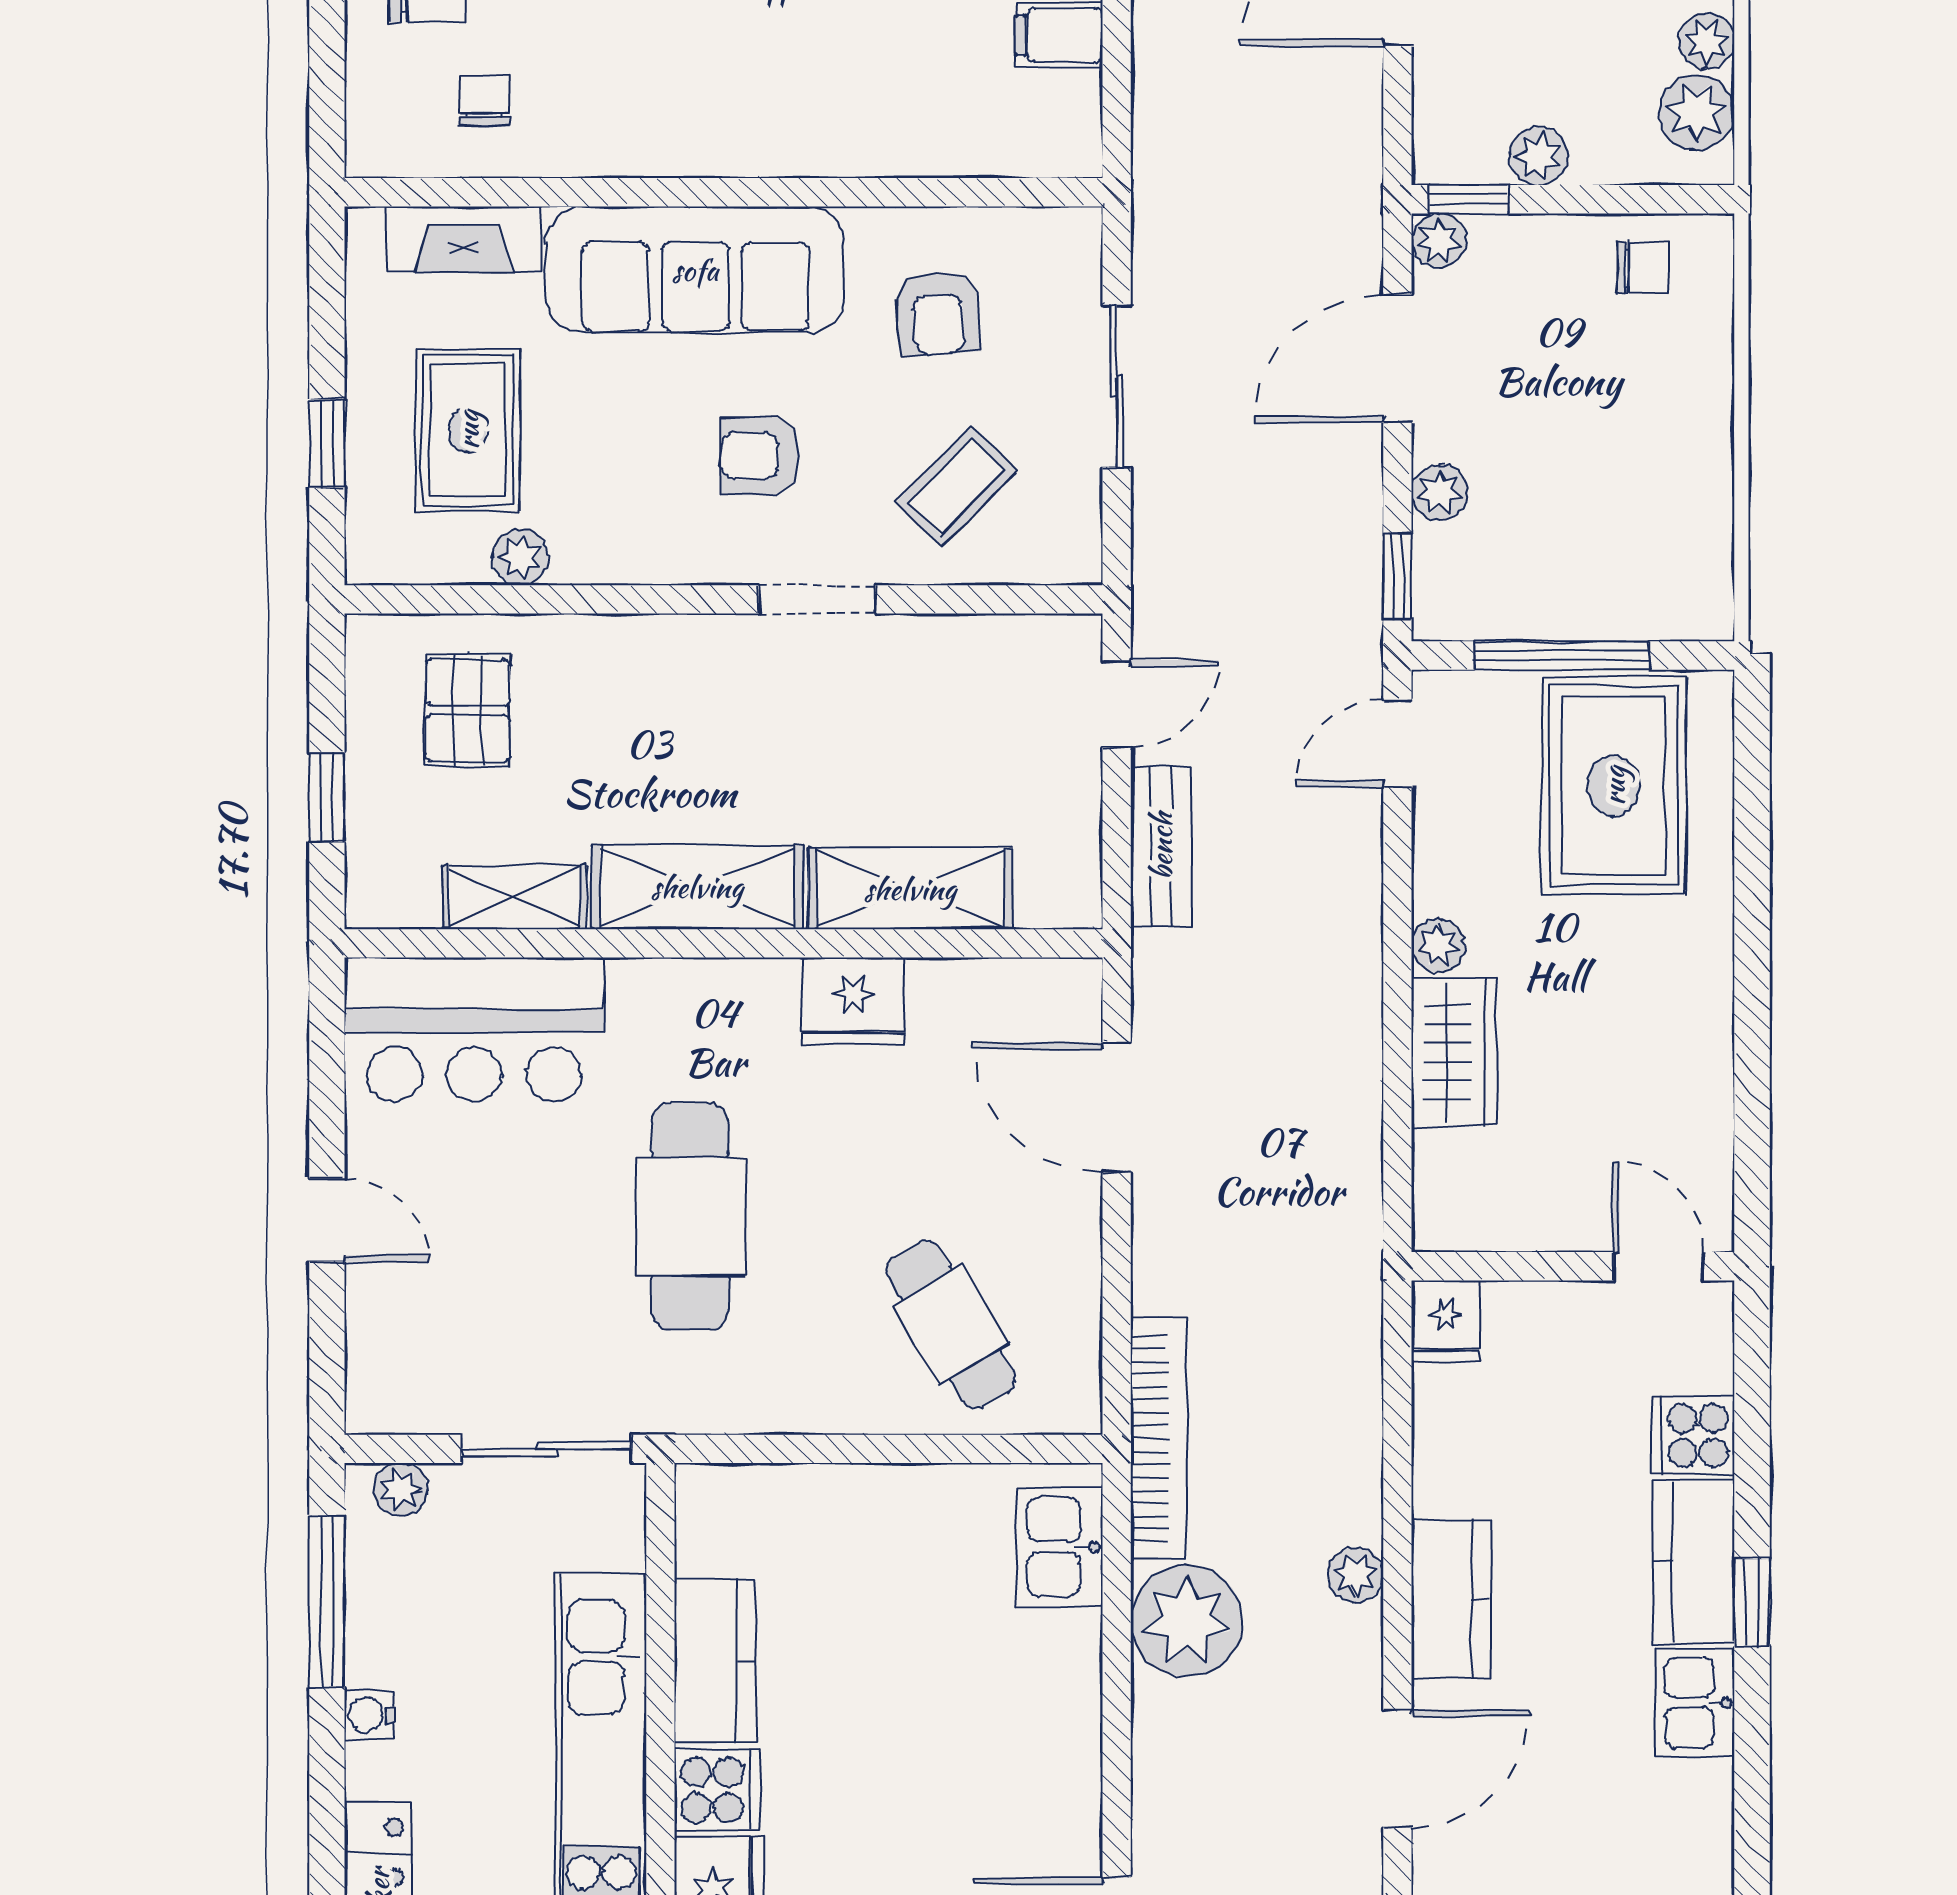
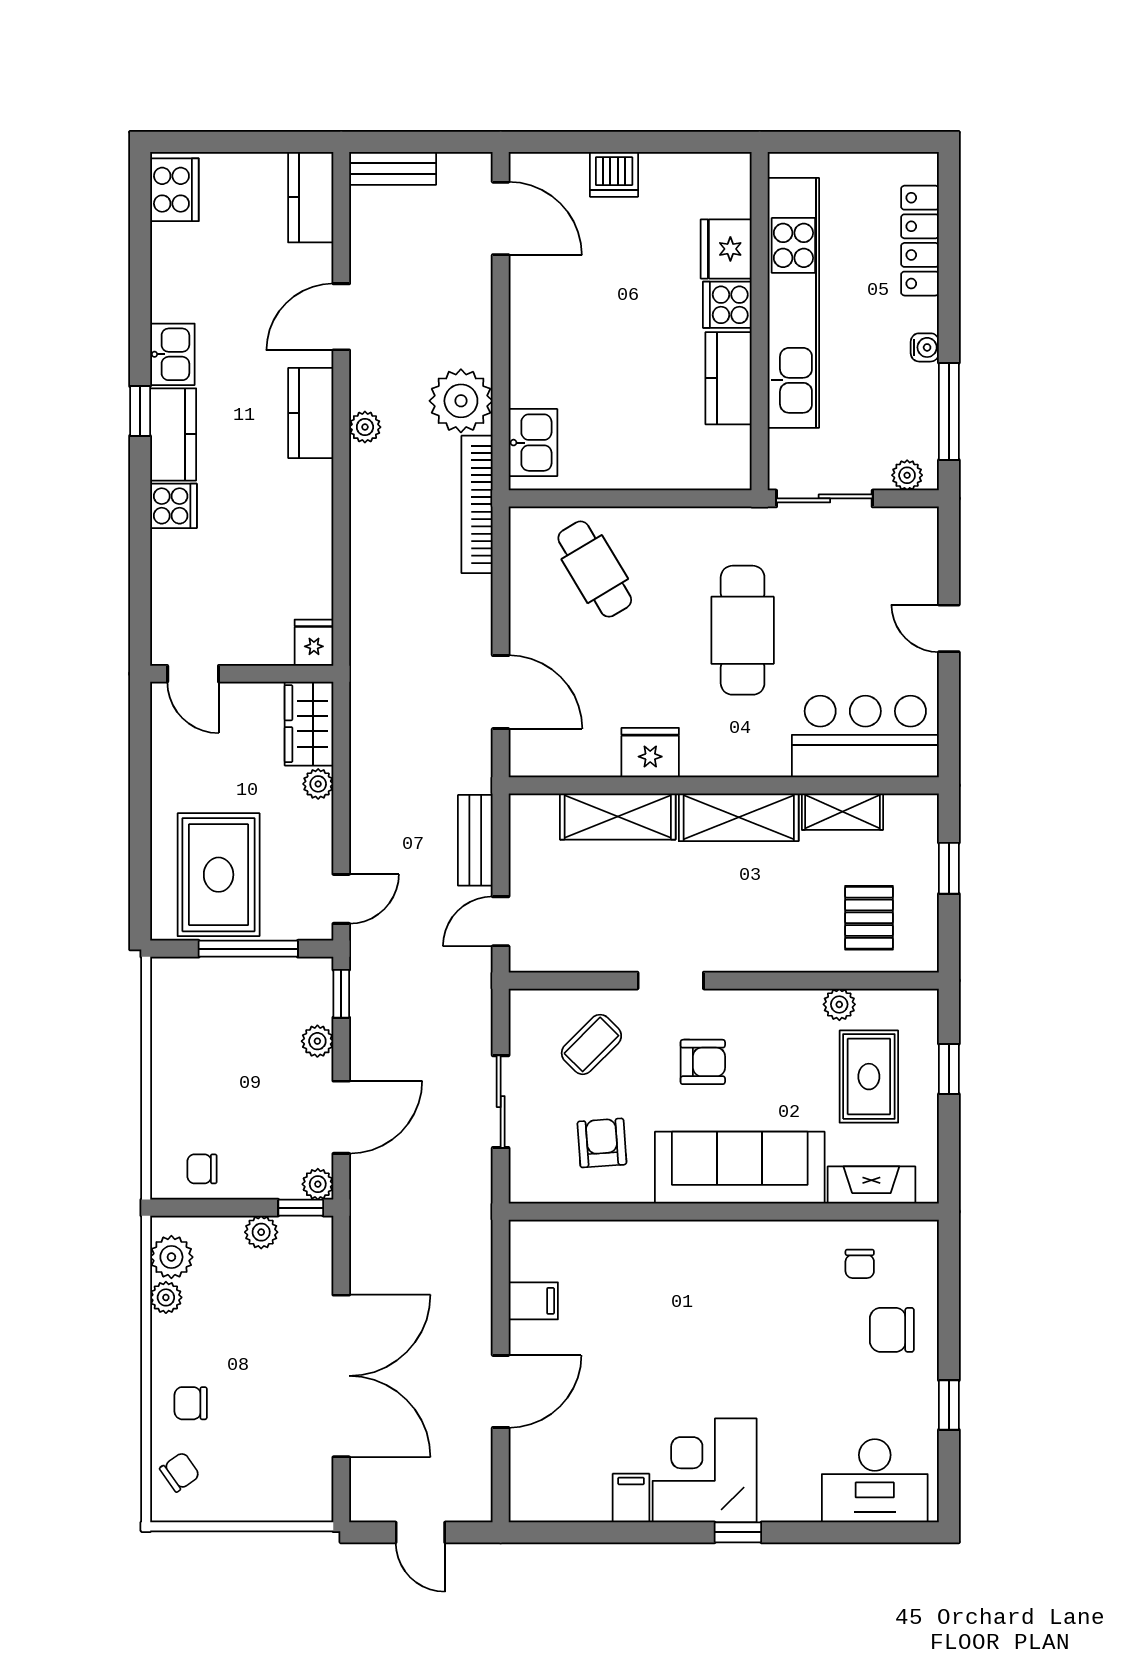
wall: (1573, 1266) -> (242, 674), moved
door: (1659, 1266) -> (193, 674), moved
fridge: (1446, 1321) -> (314, 643), moved

